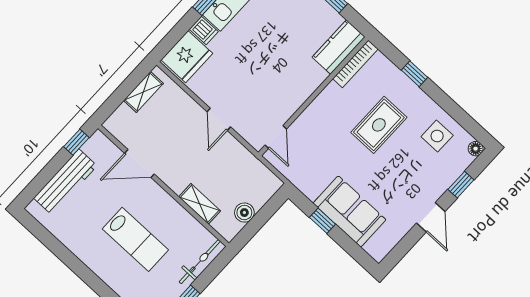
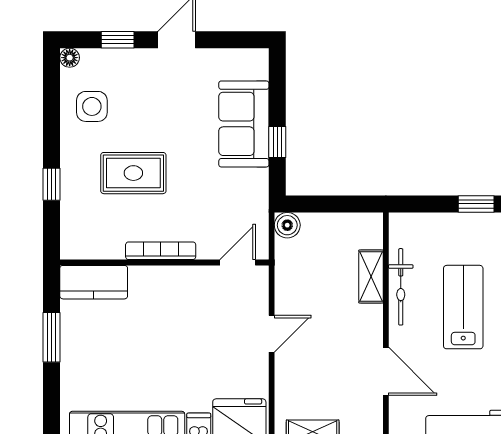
bookcase: (355, 64) -> (161, 251), moved
boiler: (244, 213) -> (287, 225), moved
bicycle: (200, 262) -> (401, 287), moved, turned -90

